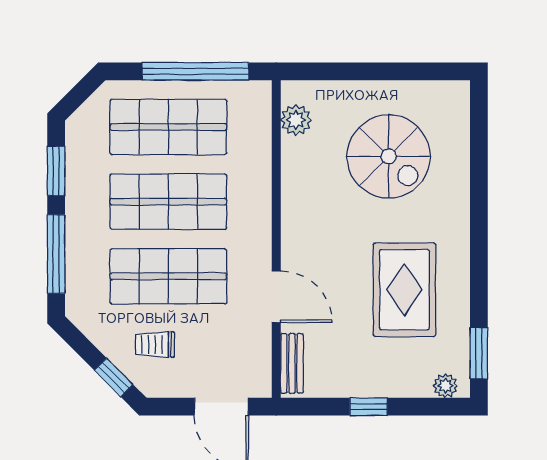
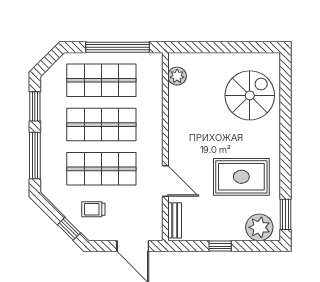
spiral stairs: (389, 156) -> (250, 95), moved, turned -90
rug: (404, 290) -> (241, 177), turned 90
plant: (445, 386) -> (259, 227), width x1.88, depth x1.88

